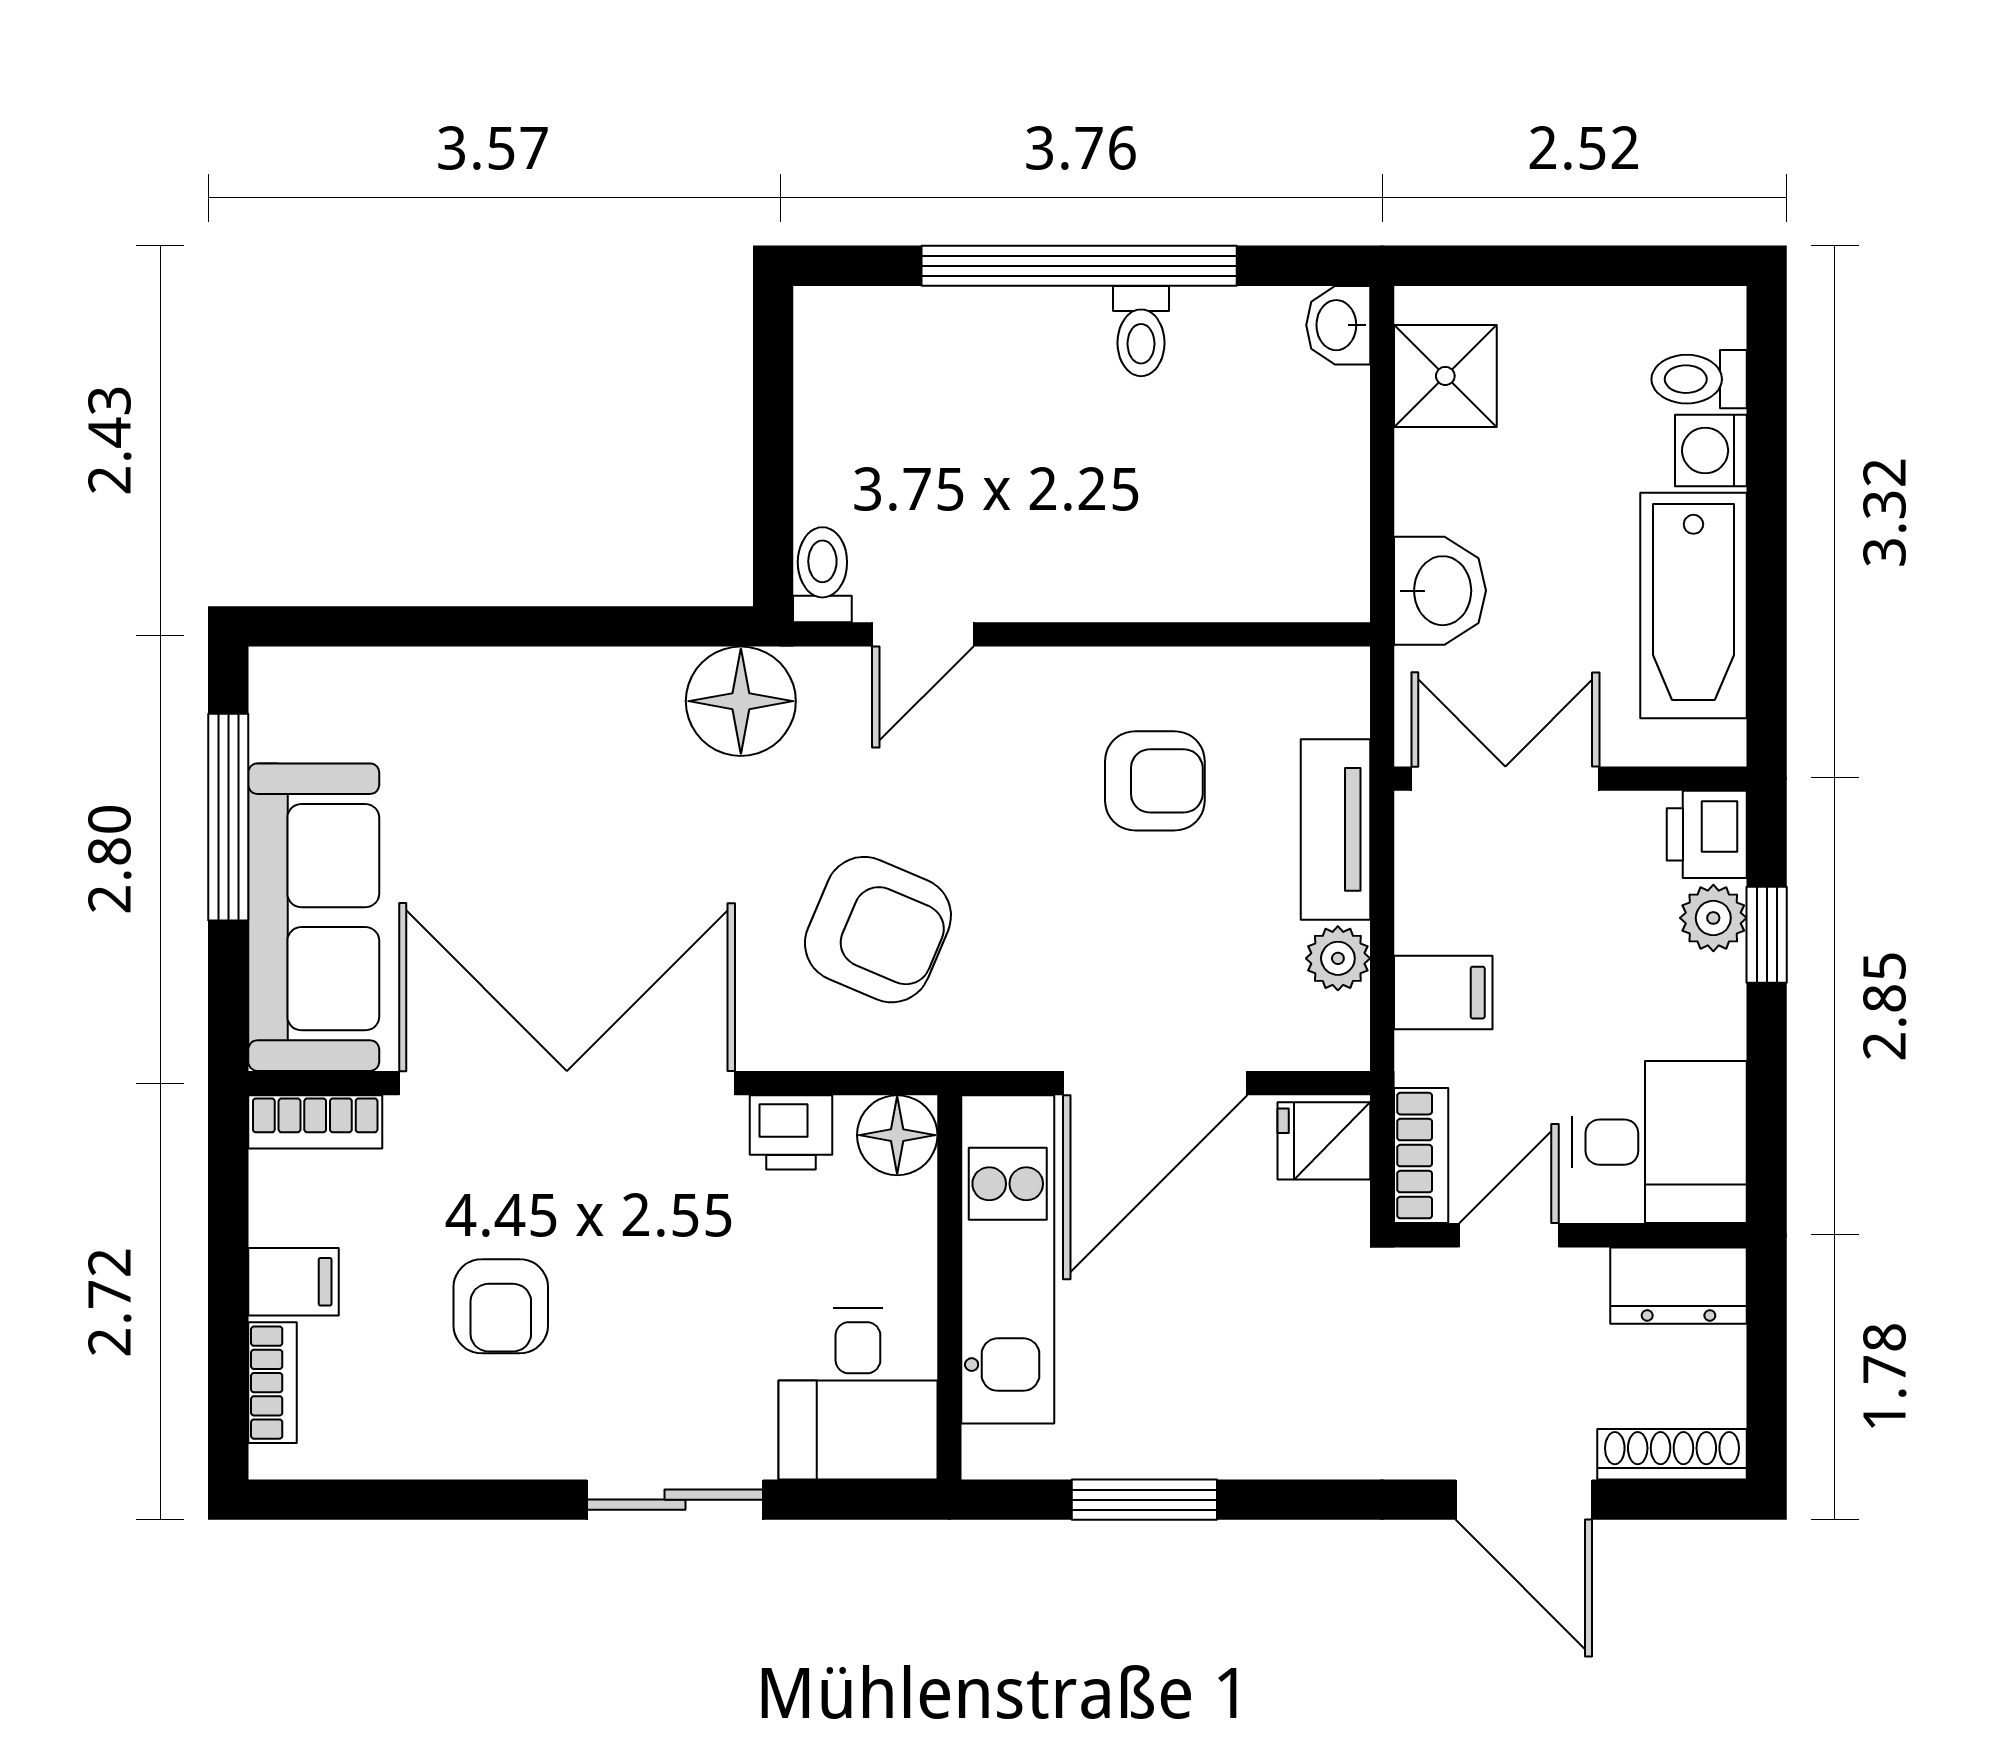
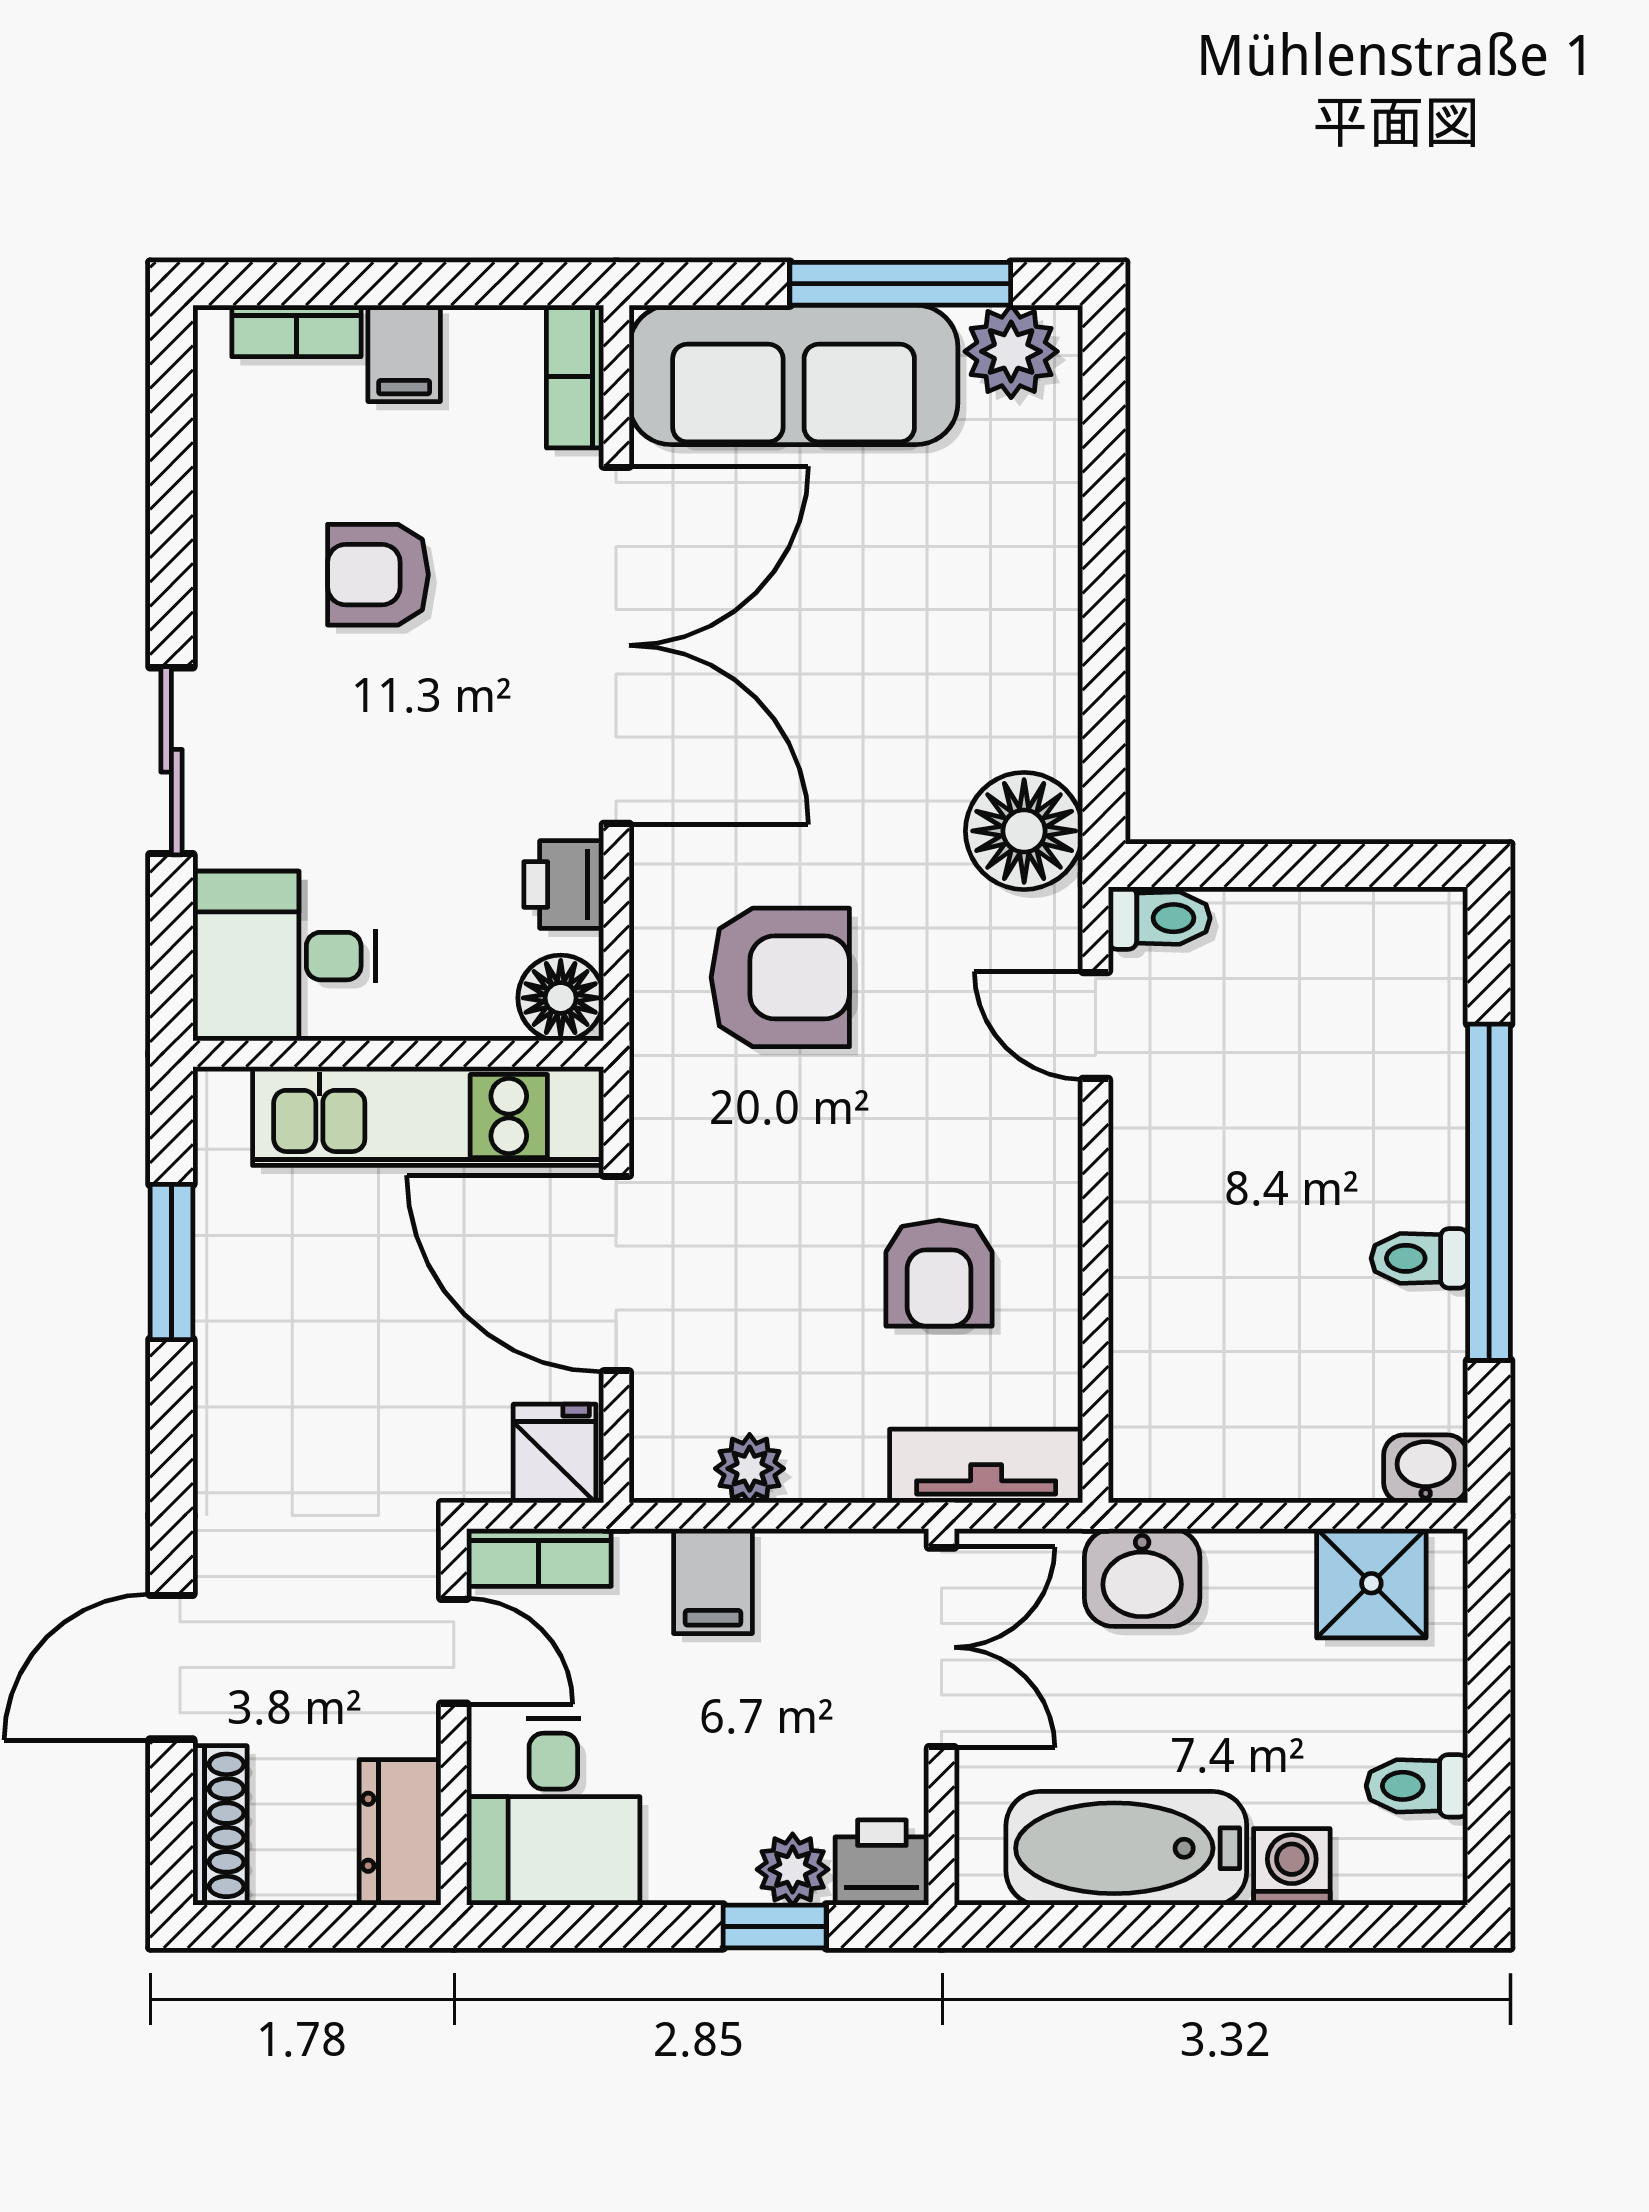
toilet: (1699, 379) -> (1417, 1786), moved, turned -90
plant: (292, 713) -> (1011, 351), added
tv unit: (1336, 829) -> (986, 1466), moved
armchair: (878, 930) -> (780, 977), turned -113

